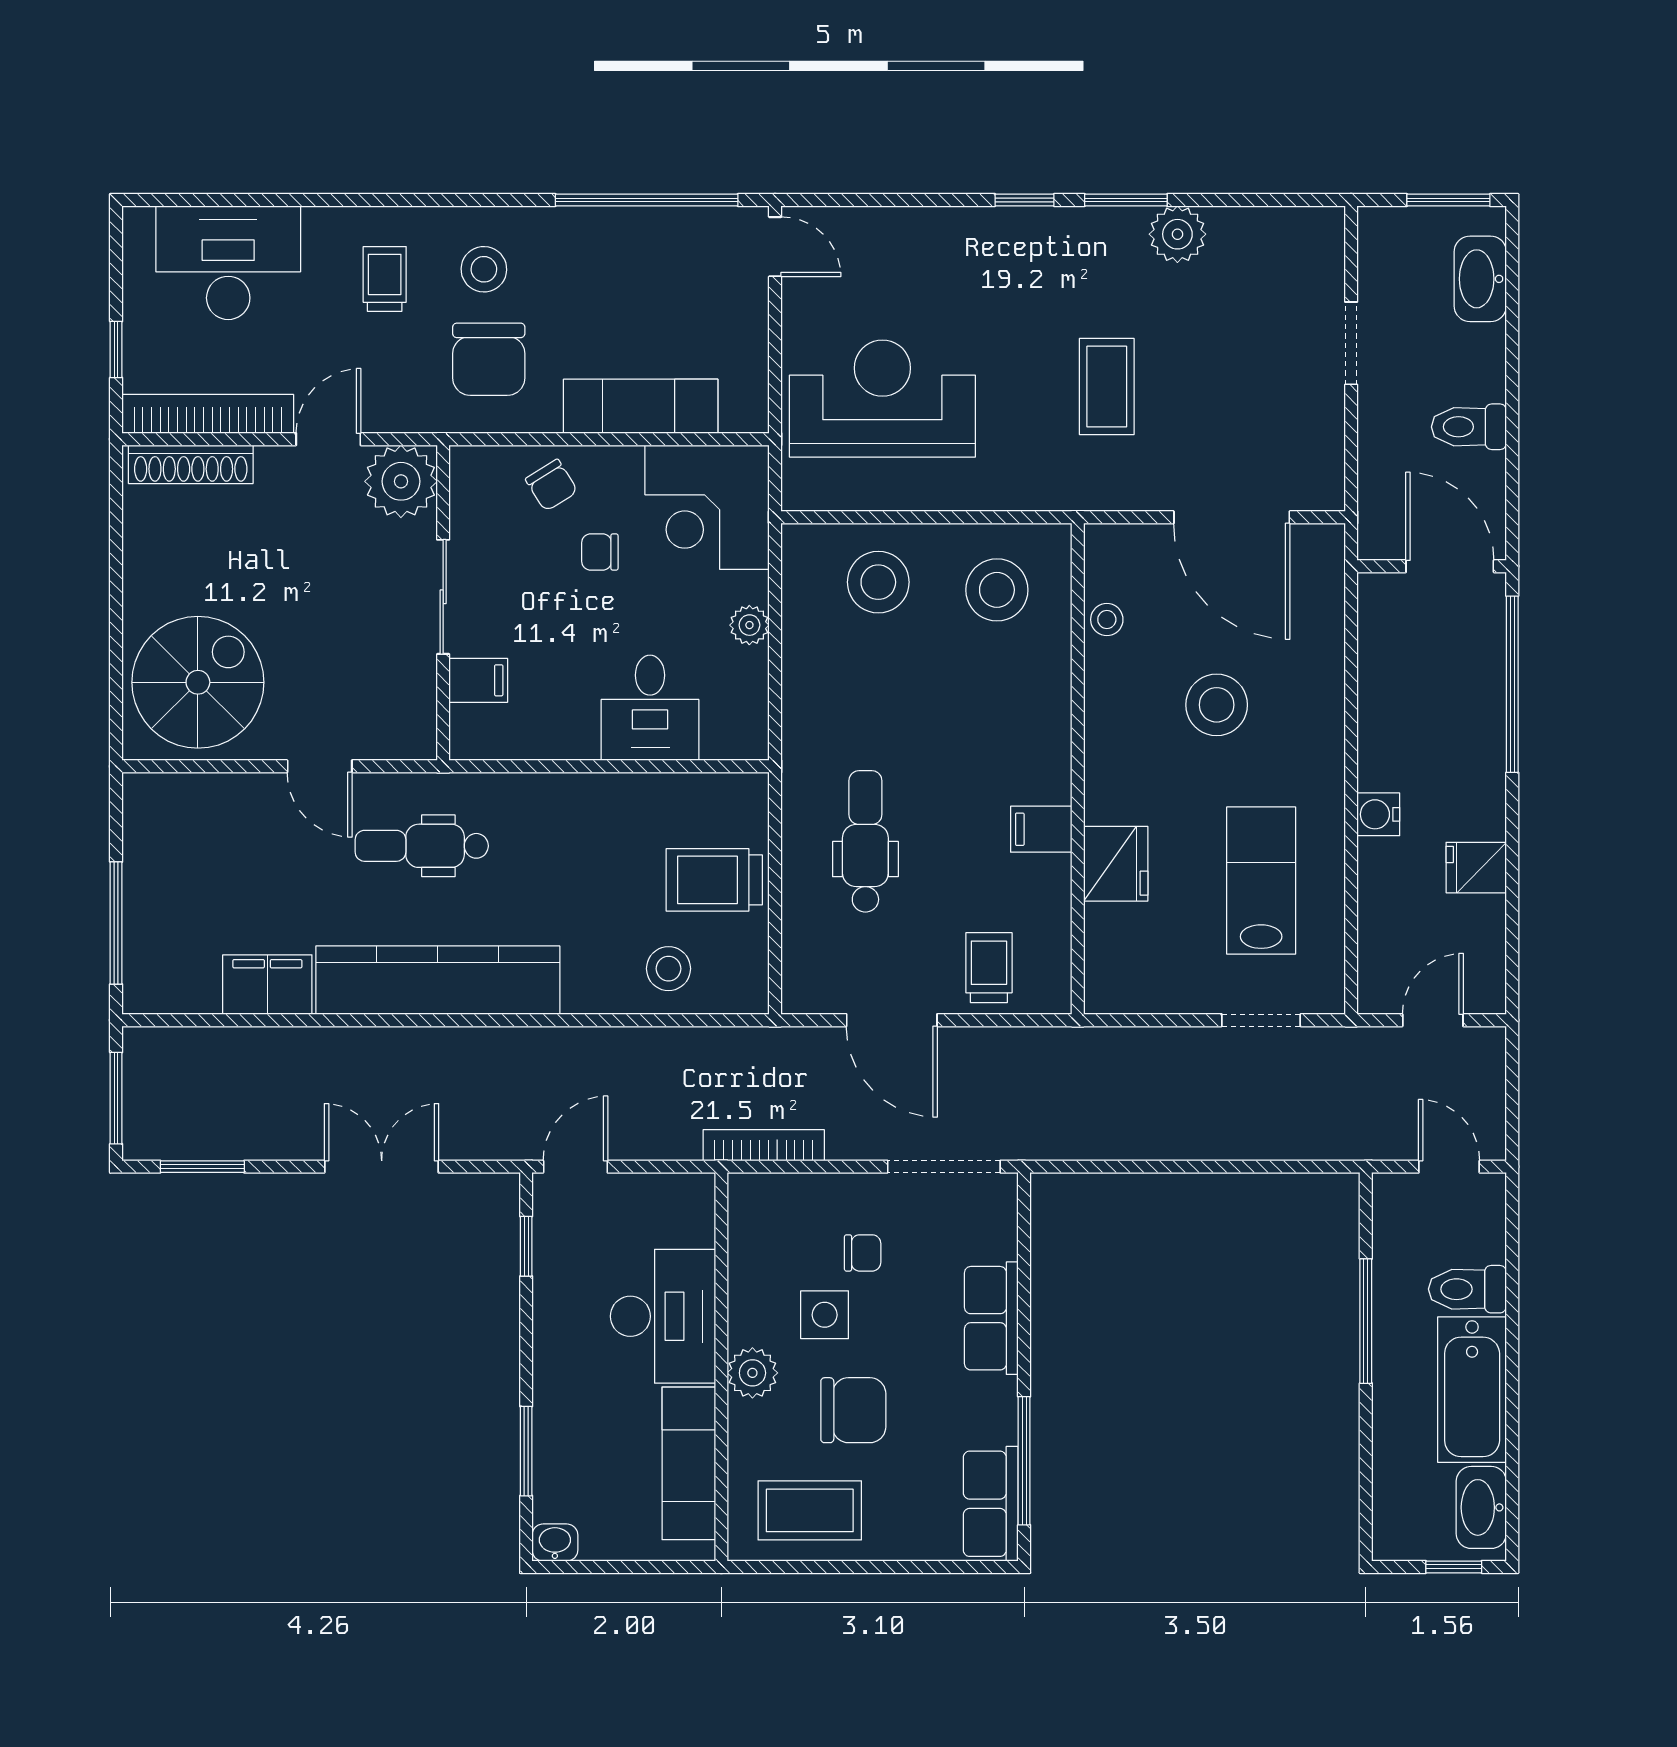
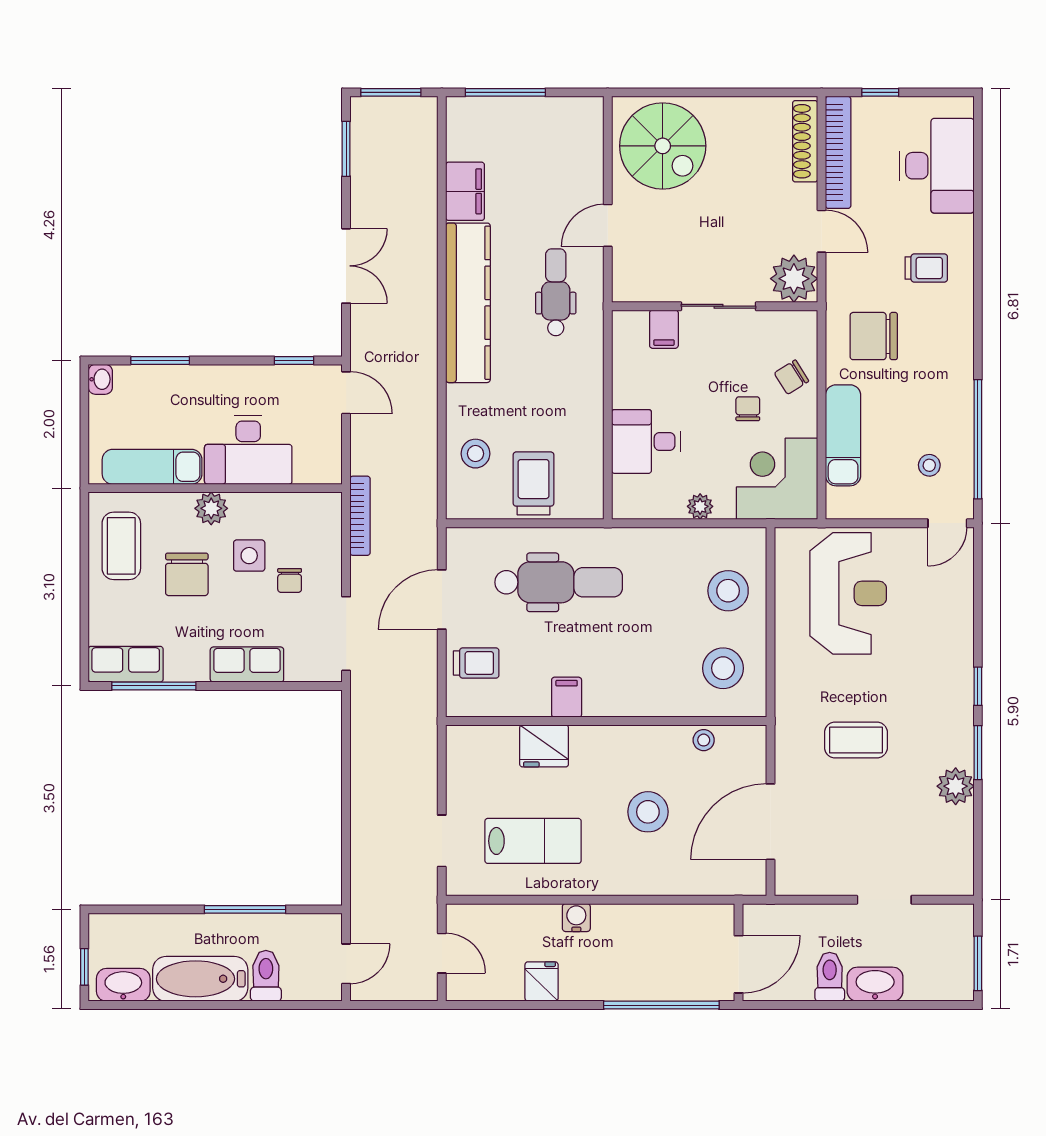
stool: (484, 269) -> (929, 465), moved, width x0.73, depth x0.73
washbasin: (1480, 279) -> (875, 984), moved
dental chair: (865, 841) -> (559, 582), width x1.36, depth x1.38

